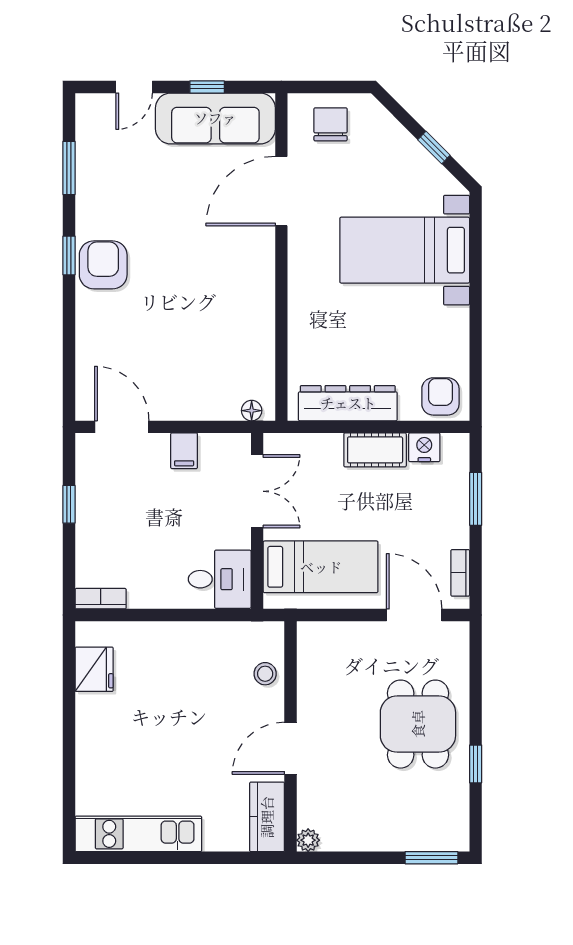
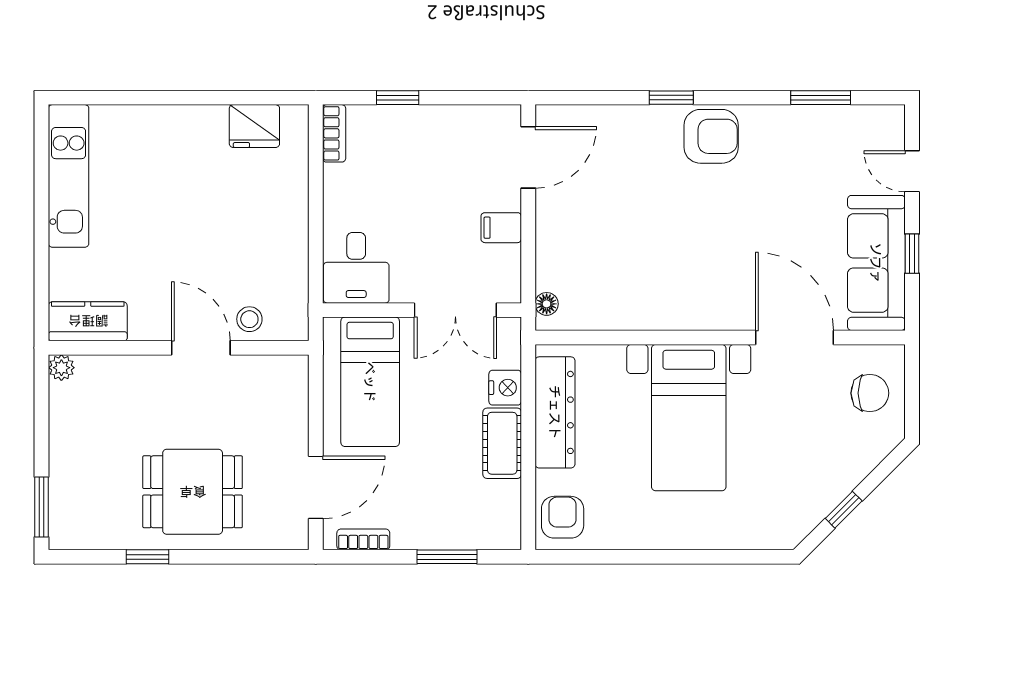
bed with nightstands: (405, 250) -> (689, 418), moved, turned 180
window: (69, 255) -> (671, 98), moved
armchair: (440, 396) -> (563, 517), turned -90
nightstand: (424, 447) -> (505, 388), moved
window: (69, 504) -> (398, 98), moved
door: (290, 748) -> (201, 348), moved

